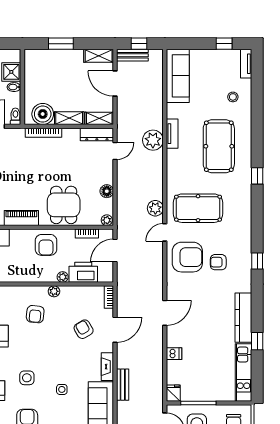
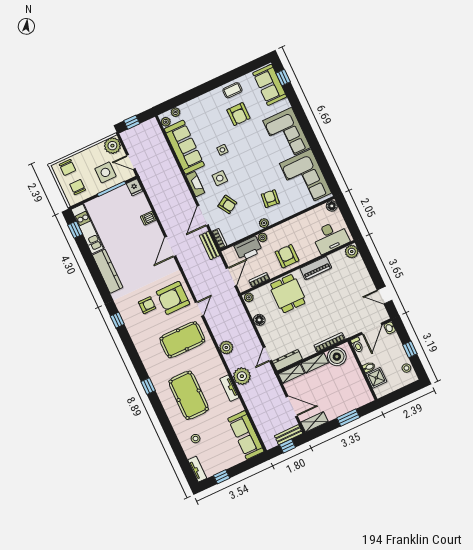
plant: (155, 208) -> (226, 347), moved
window: (257, 341) -> (75, 230), moved
side table: (27, 378) -> (220, 178), moved
bench: (123, 385) -> (210, 246), moved

